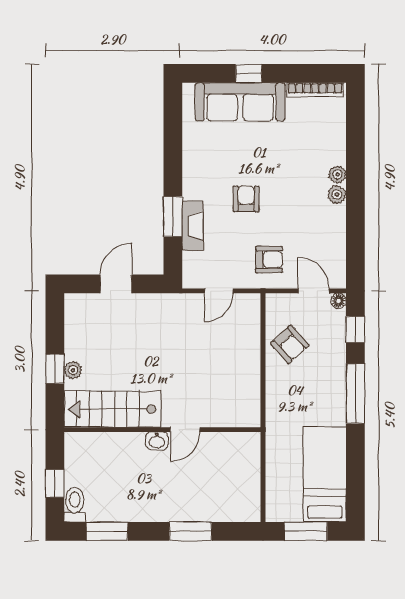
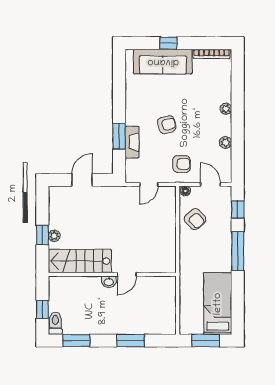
plant: (337, 194) -> (226, 142), moved
armchair: (246, 199) -> (167, 125), turned 77
floor lamp: (339, 301) -> (185, 191), moved

